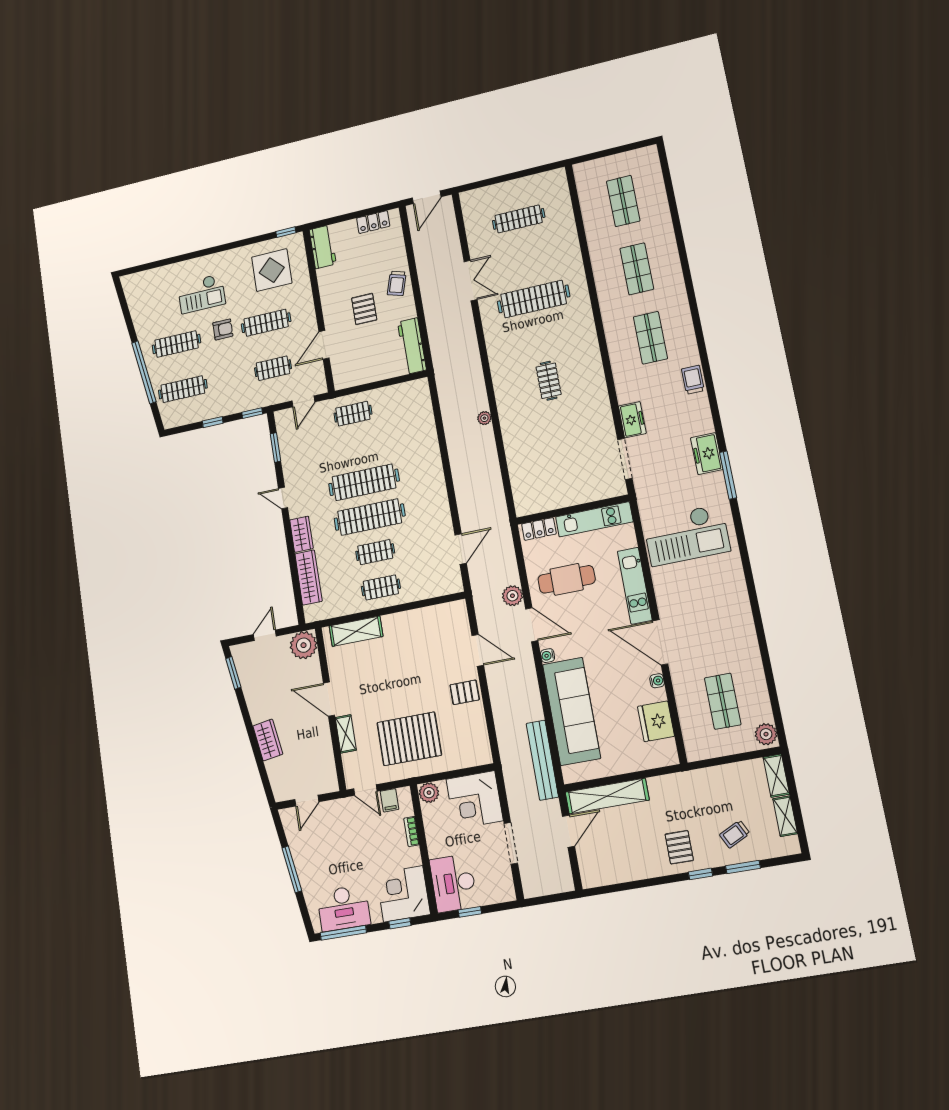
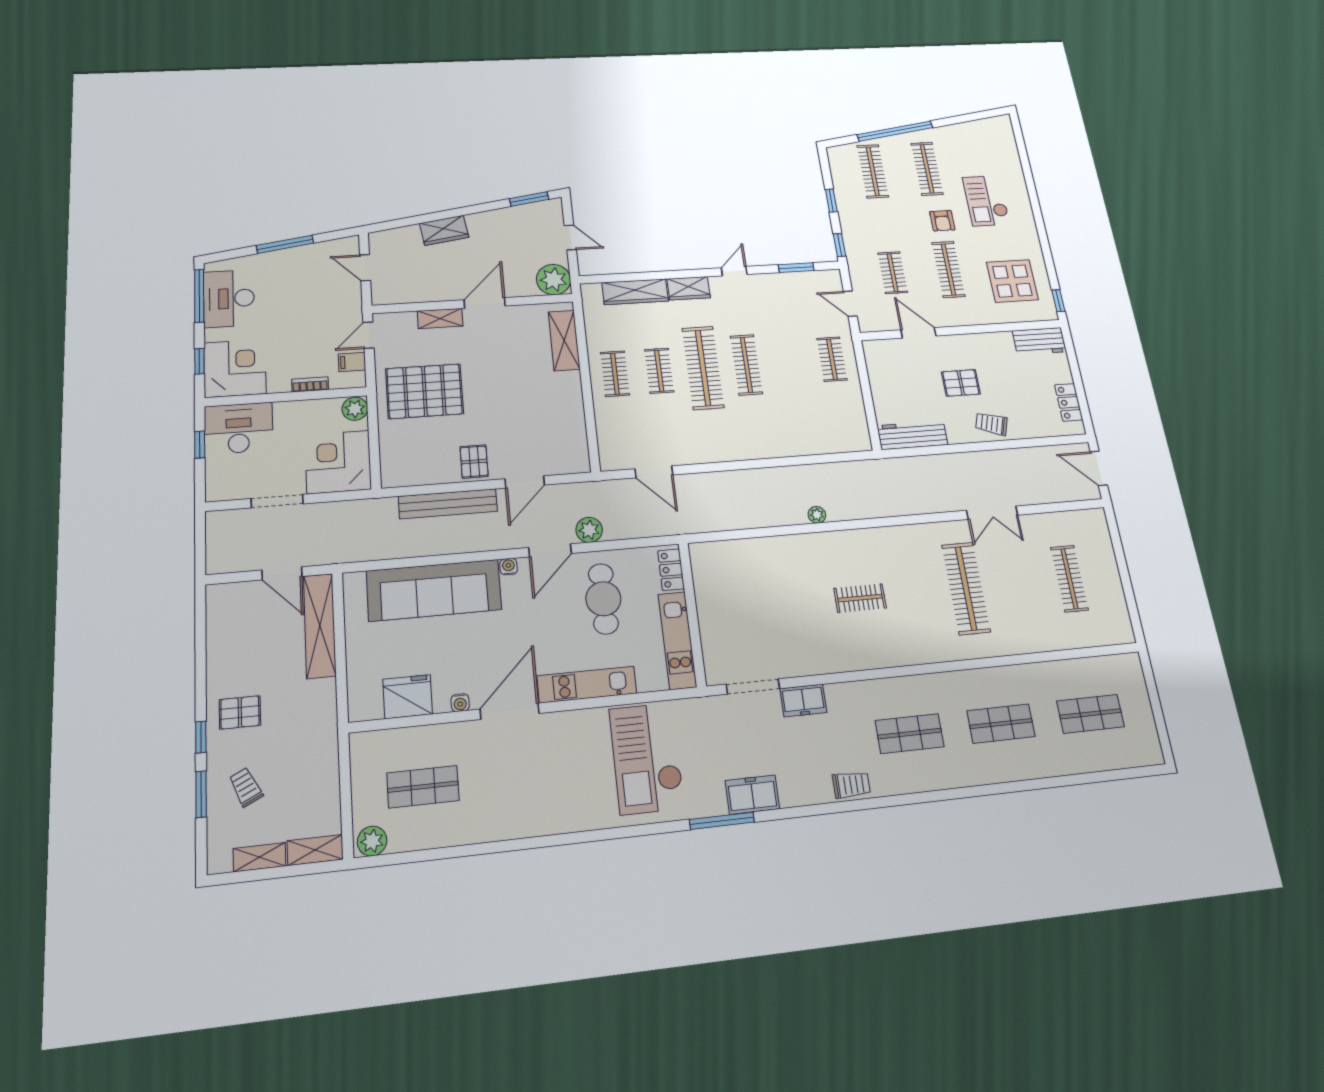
clothes rail: (364, 482) -> (746, 365), width x0.73, depth x0.76
pallet: (409, 739) -> (424, 391), turned 90
bench: (542, 760) -> (448, 504), moved

